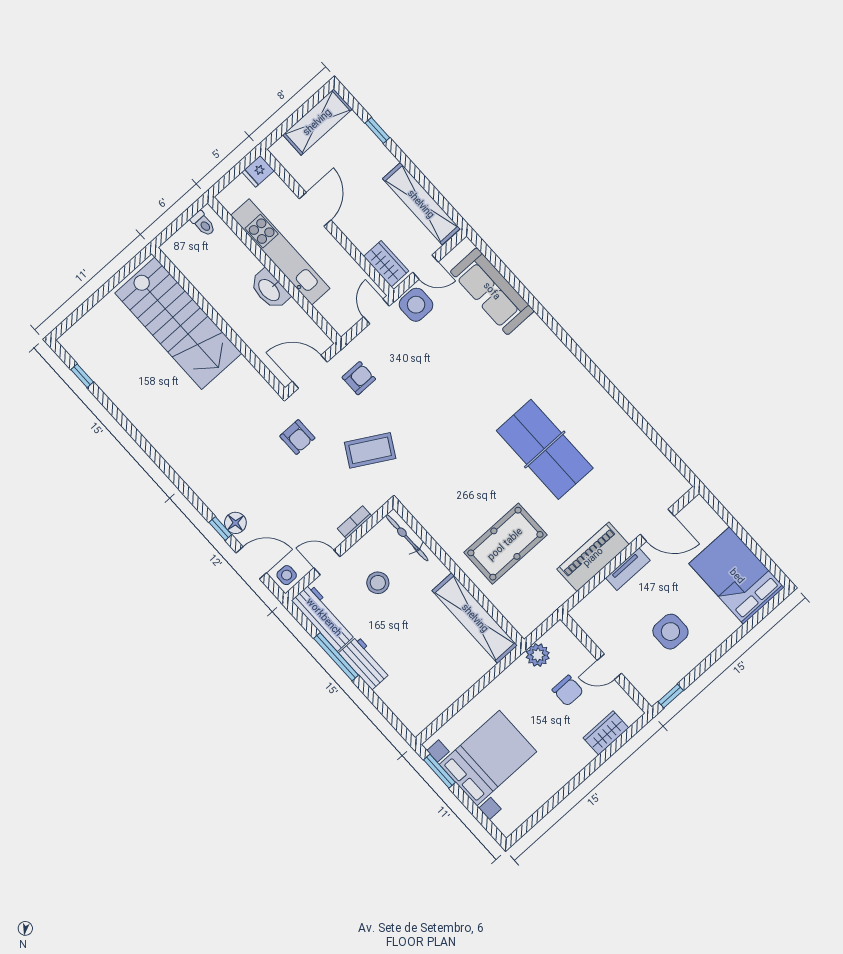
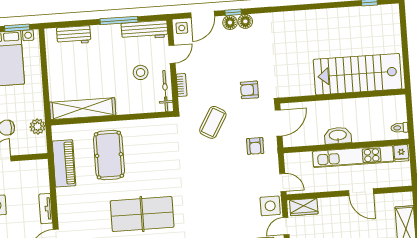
fridge: (258, 171) -> (401, 153), moved, turned 180
floor lamp: (220, 506) -> (245, 21), added
bicycle: (407, 538) -> (165, 91), moved, turned -90
piano: (593, 557) -> (64, 163), moved
workbench: (365, 663) -> (74, 35), moved

